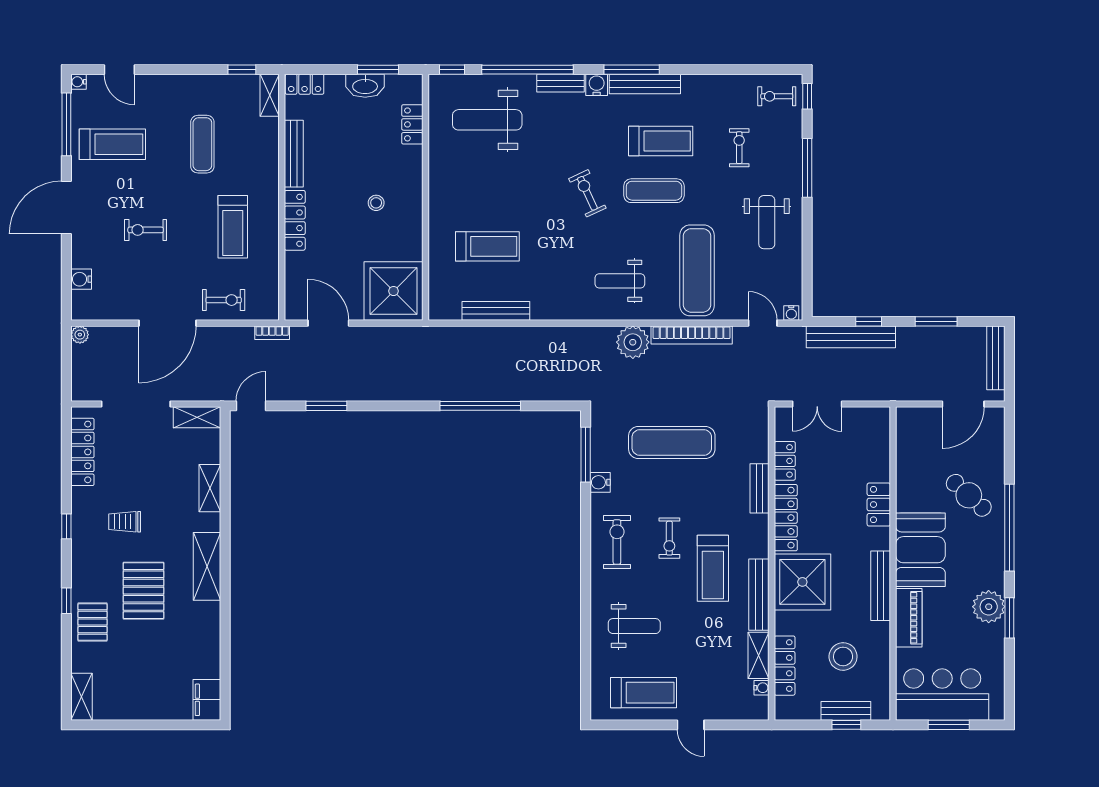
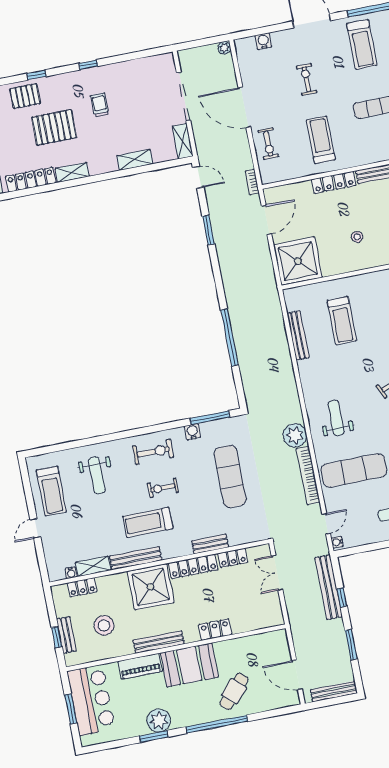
treadmill: (233, 227) -> (321, 140), turned 90
locker: (82, 452) -> (31, 180), moved, turned 180
shelving: (207, 566) -> (72, 172), width x0.67, depth x0.75
locker: (785, 666) -> (82, 587), width x0.66

